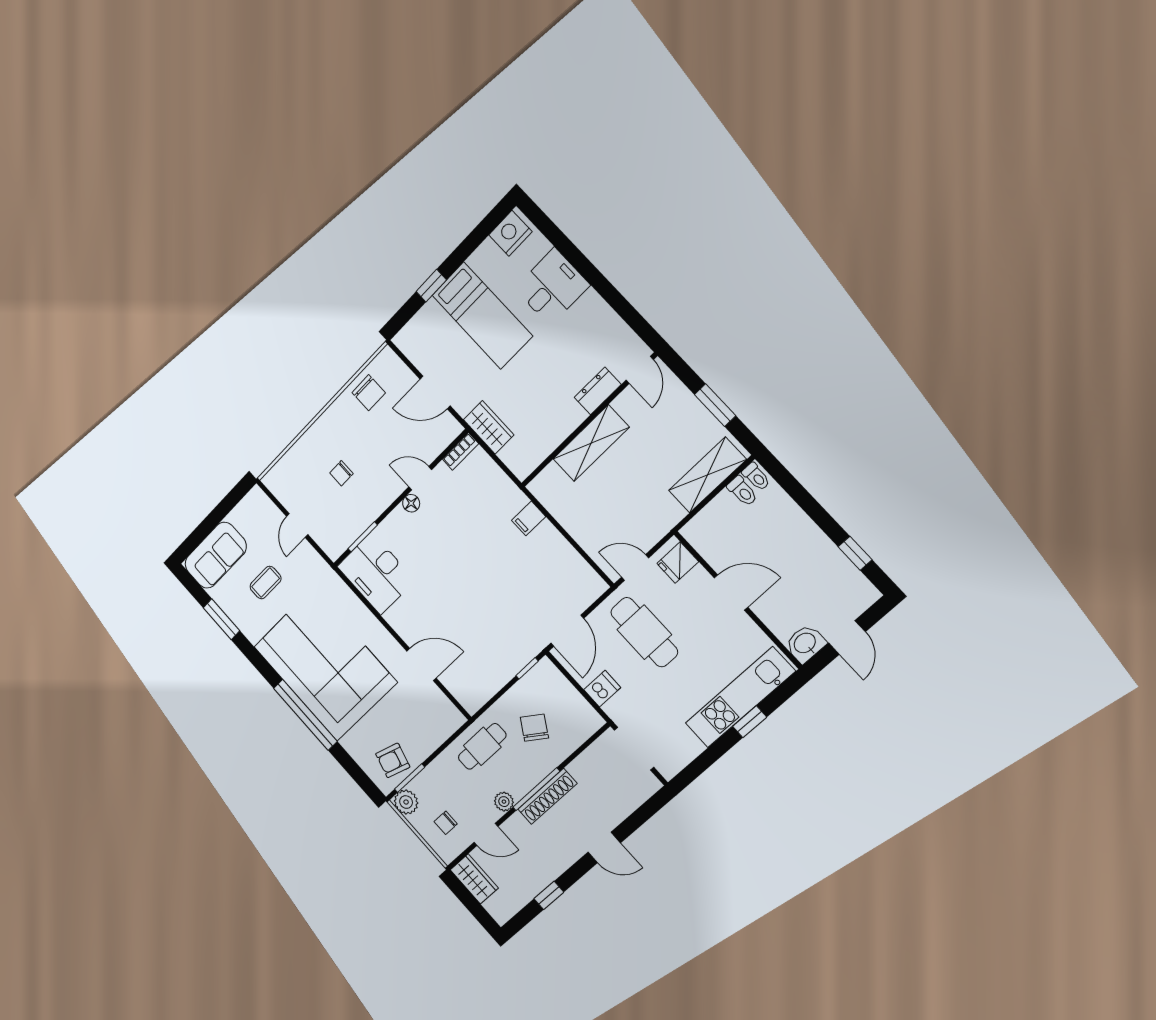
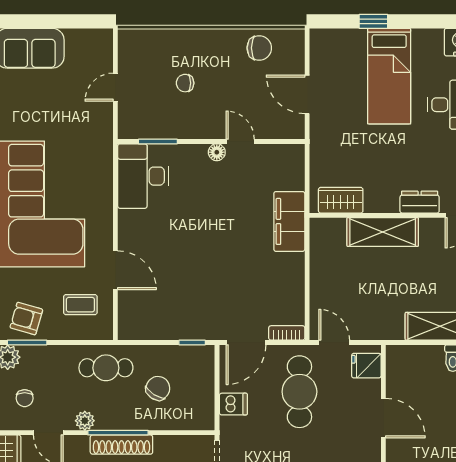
chair: (369, 393) -> (259, 48), turned -90
wardrobe: (489, 427) -> (341, 200), moved, turned -90
bookcase: (460, 451) -> (287, 333), moved, turned 180
filing cabinet: (529, 518) -> (289, 221), width x3.00, depth x1.17
coffee table: (266, 583) -> (80, 305), moved
chair: (446, 823) -> (25, 398), turned -90

